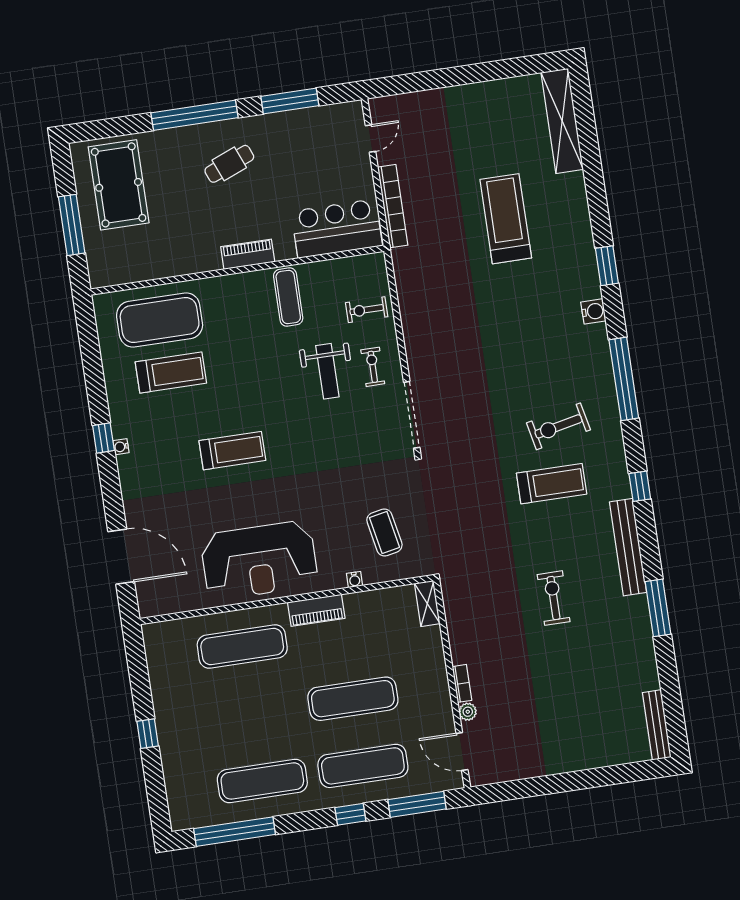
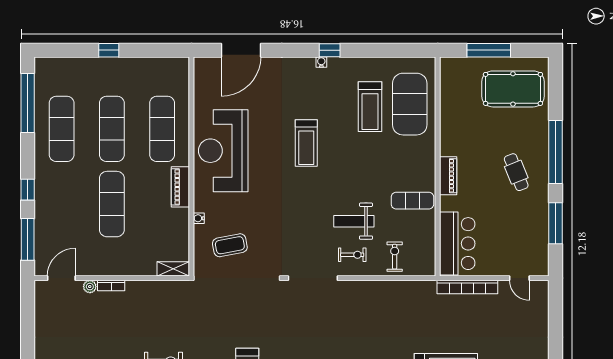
exercise mat: (363, 766) -> (112, 129), moved

